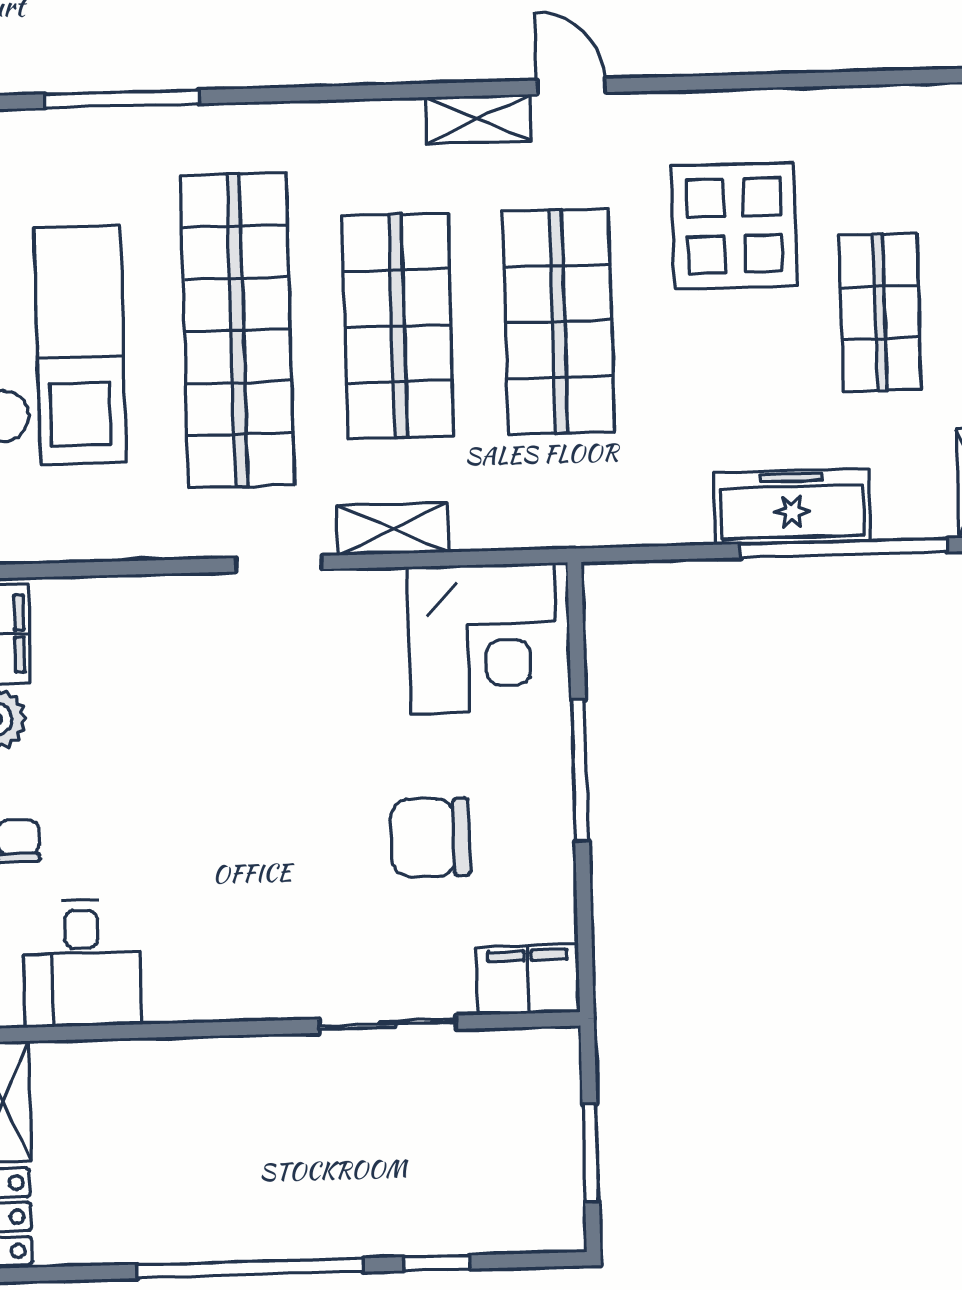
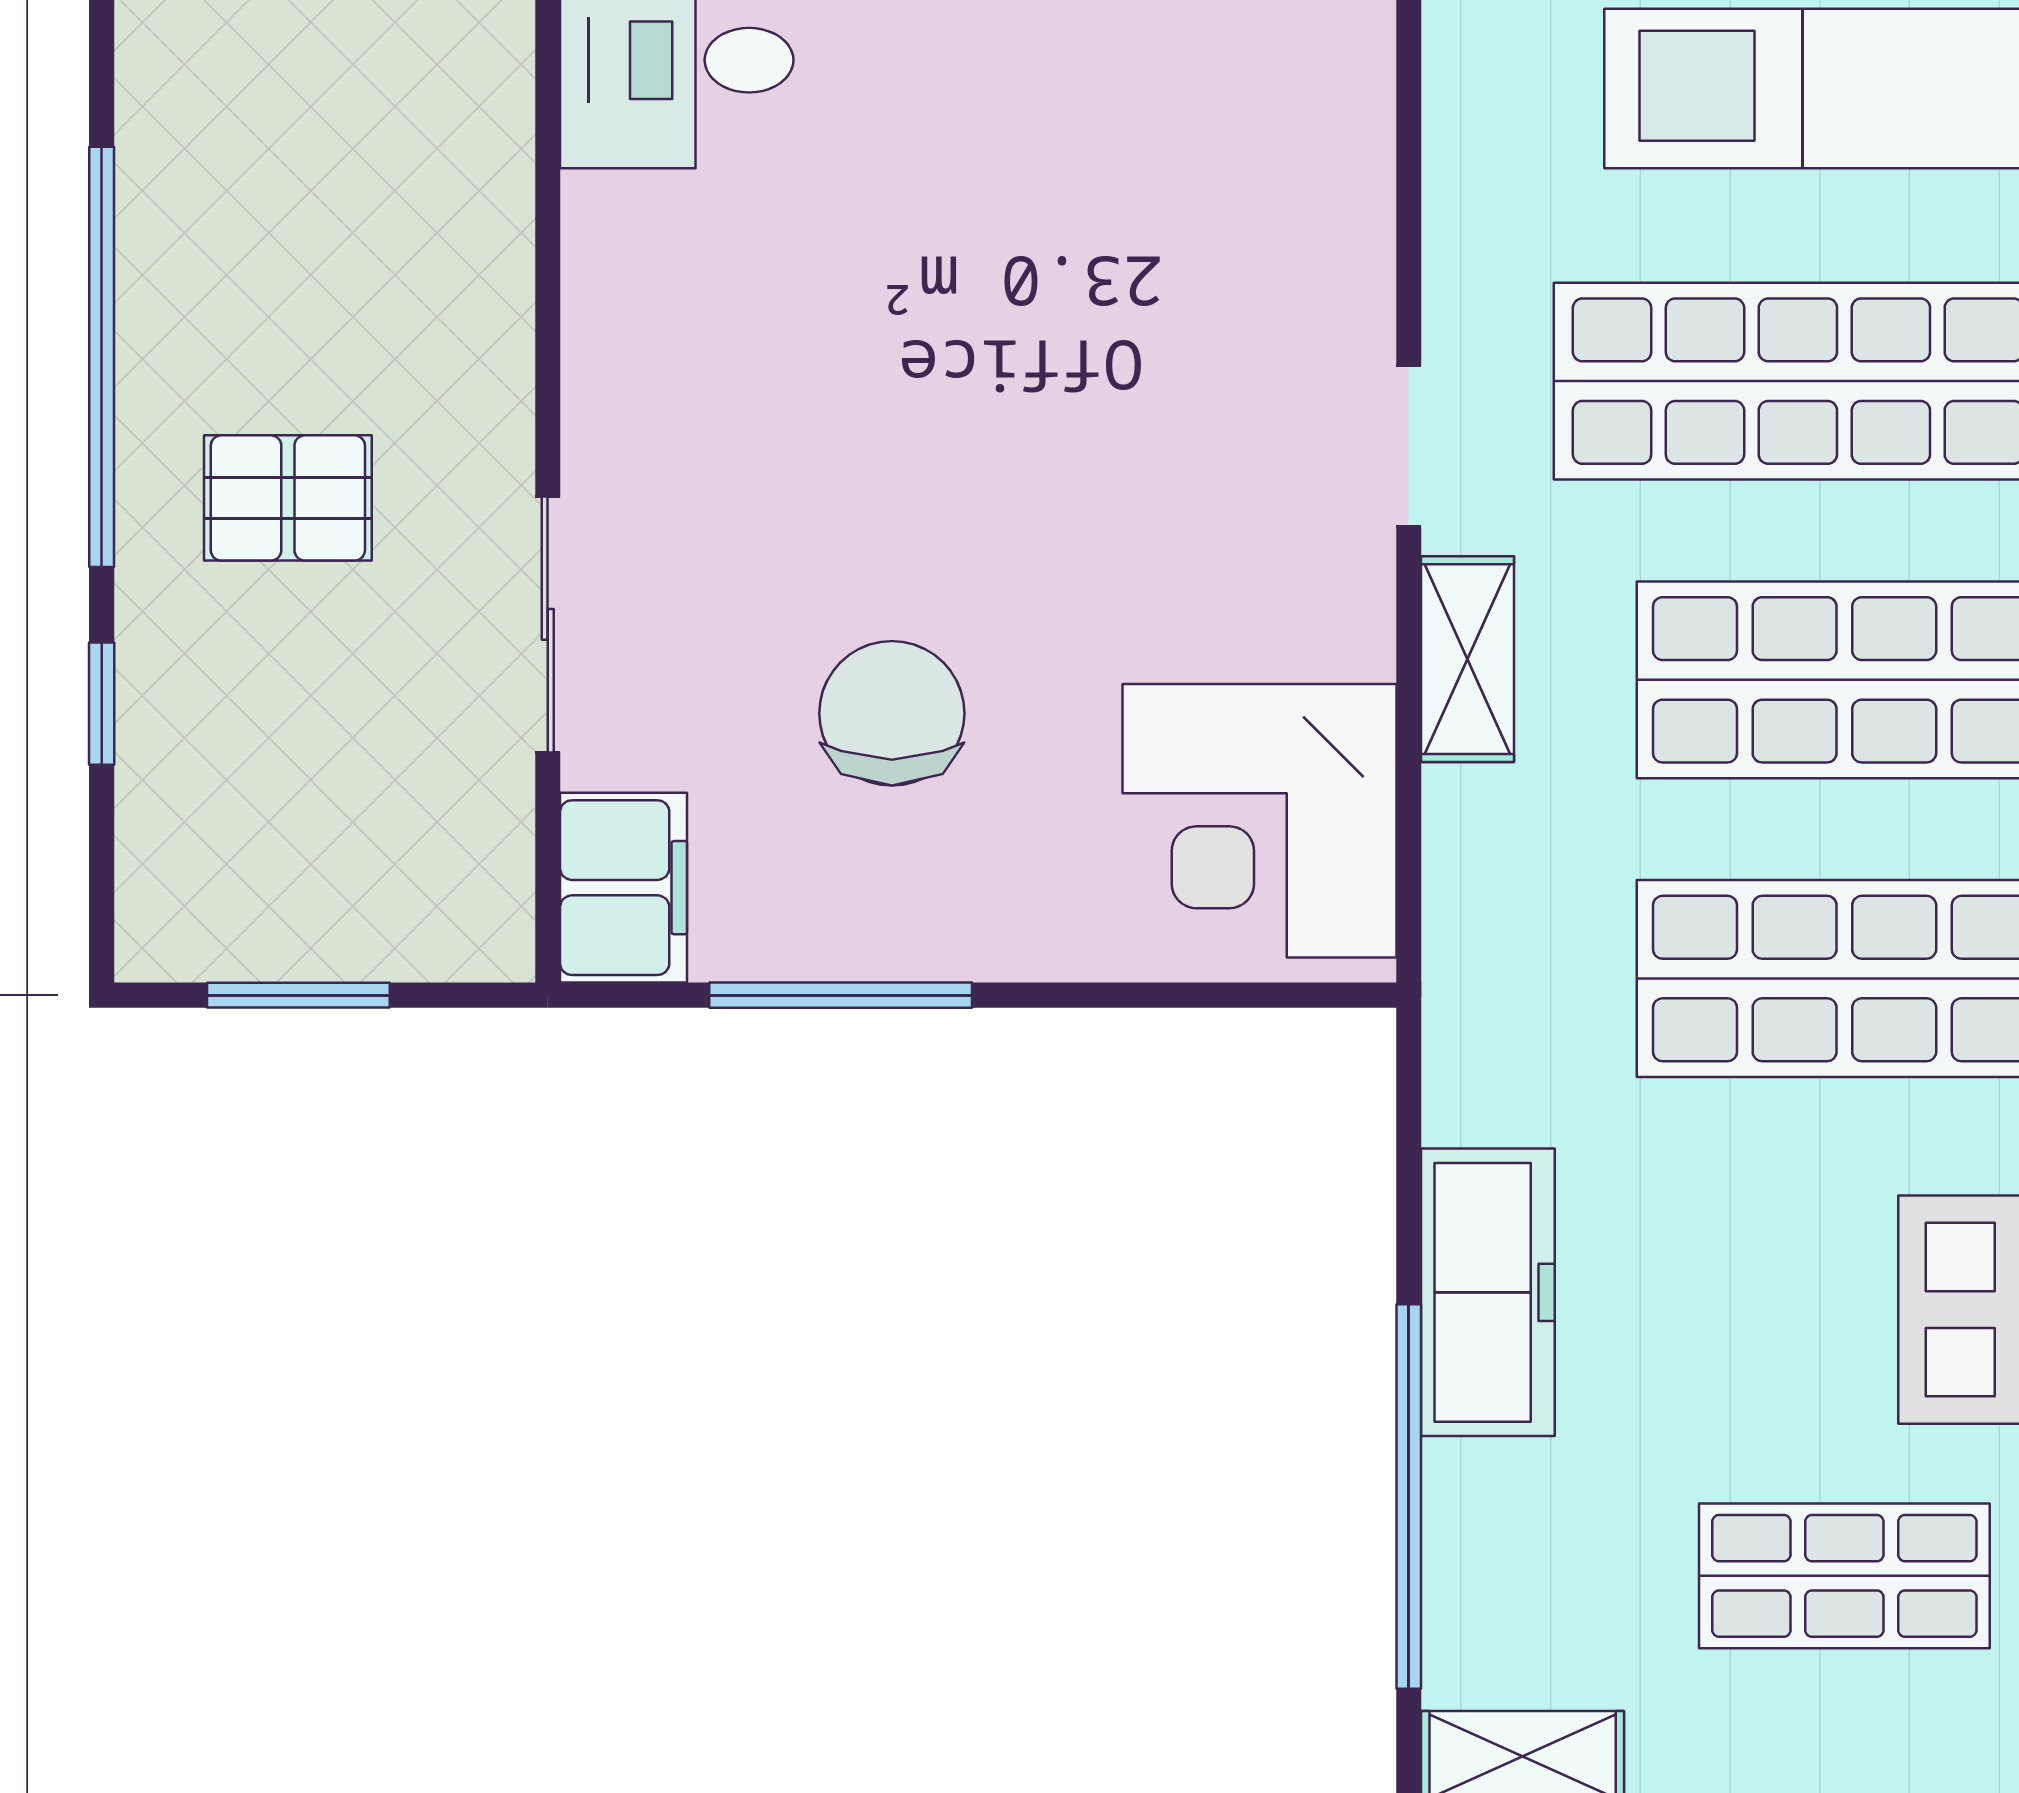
freezer: (792, 507) -> (1488, 1292), moved
window: (580, 770) -> (841, 995), moved
pallet: (323, 1166) -> (288, 498), added

